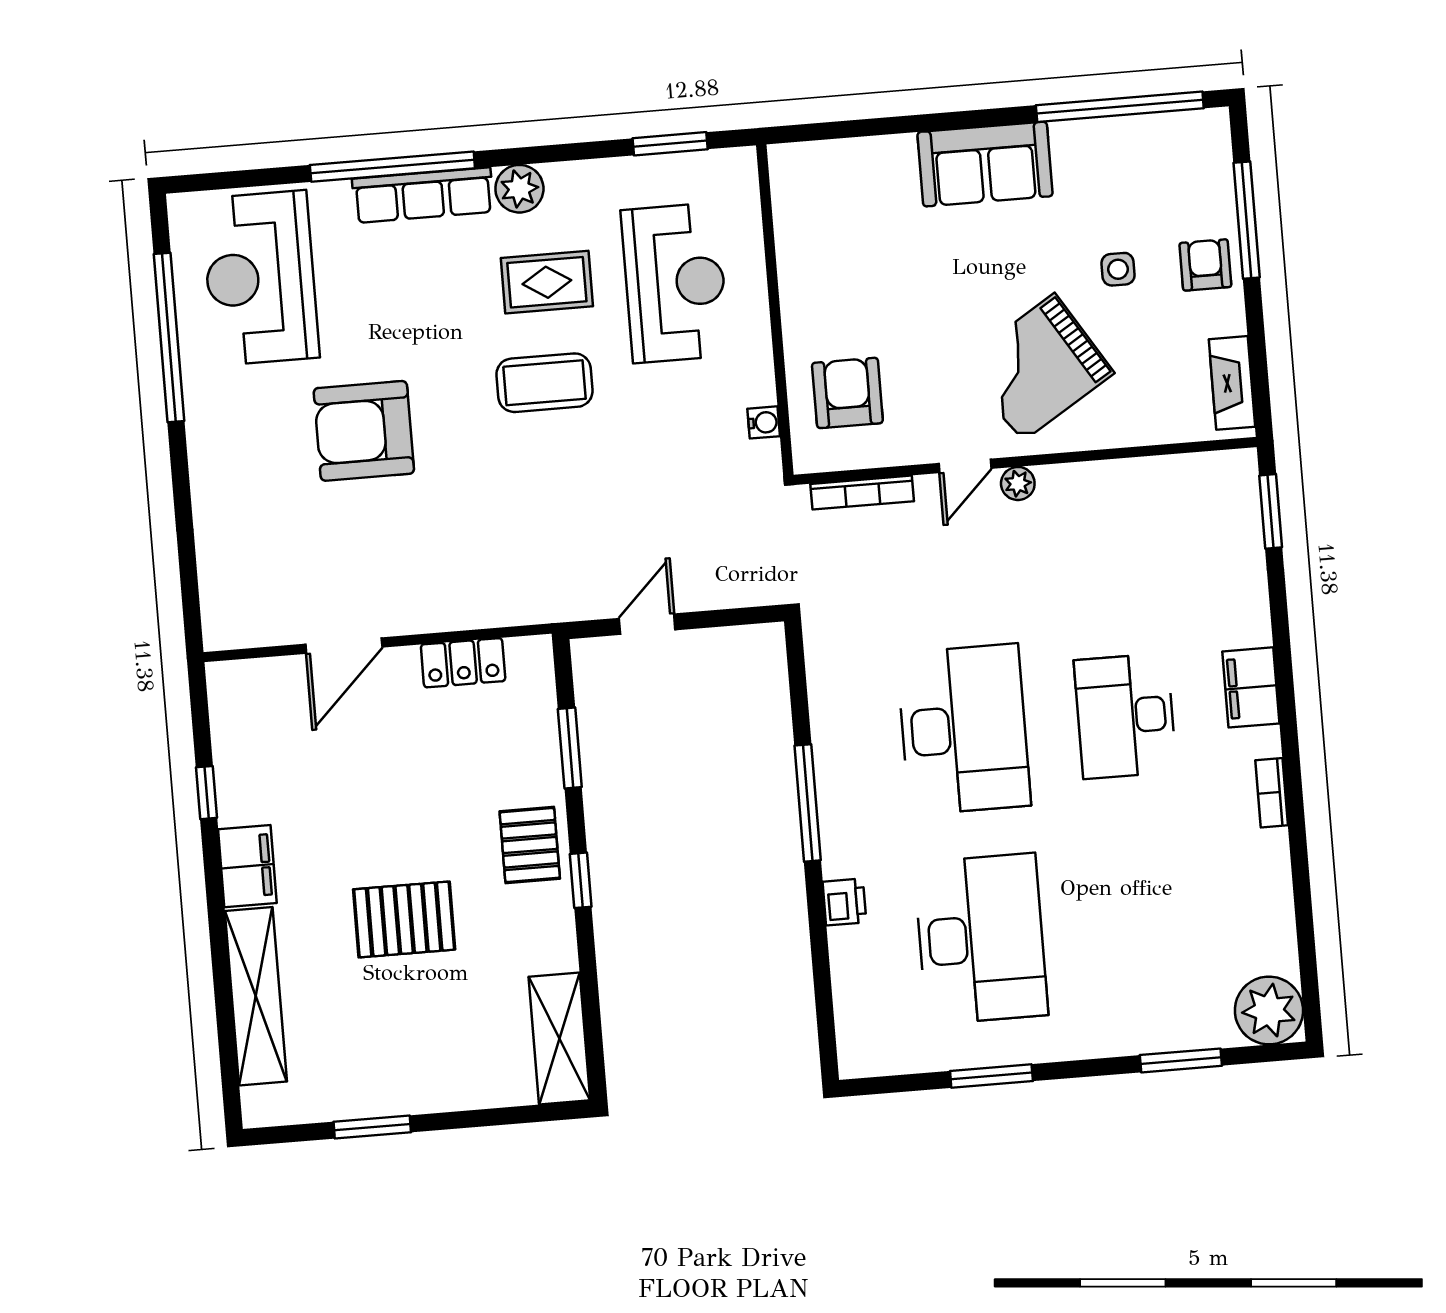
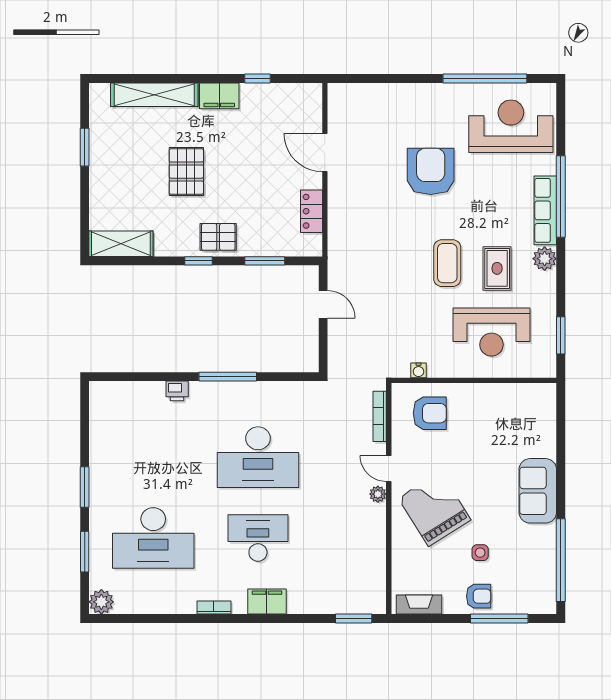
desk: (981, 939) -> (153, 538), moved
plant: (1269, 1010) -> (101, 602), width x0.73, depth x0.73
window: (991, 1076) -> (85, 487), moved

